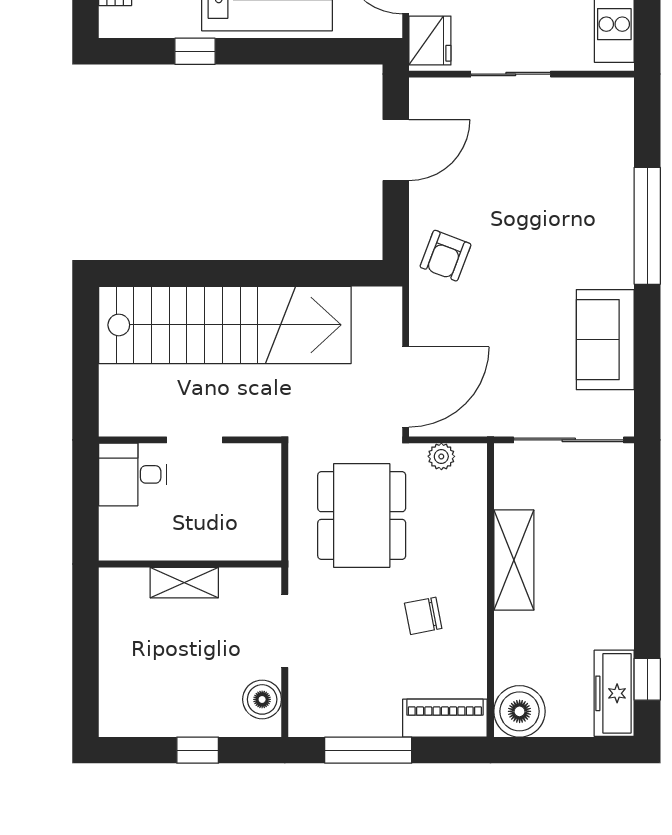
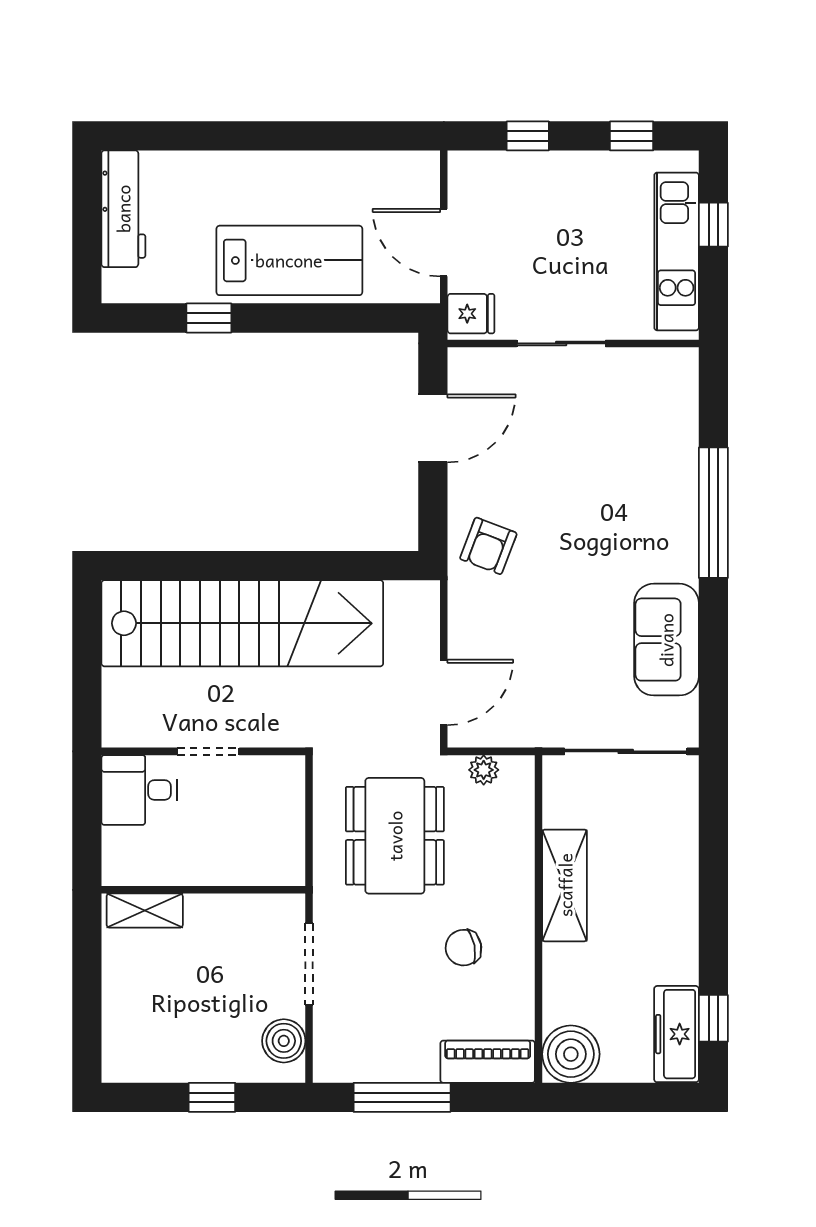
fridge: (430, 41) -> (471, 314), width x0.72
door: (406, 387) -> (444, 692), width x0.73
shelving: (184, 583) -> (145, 911), moved

